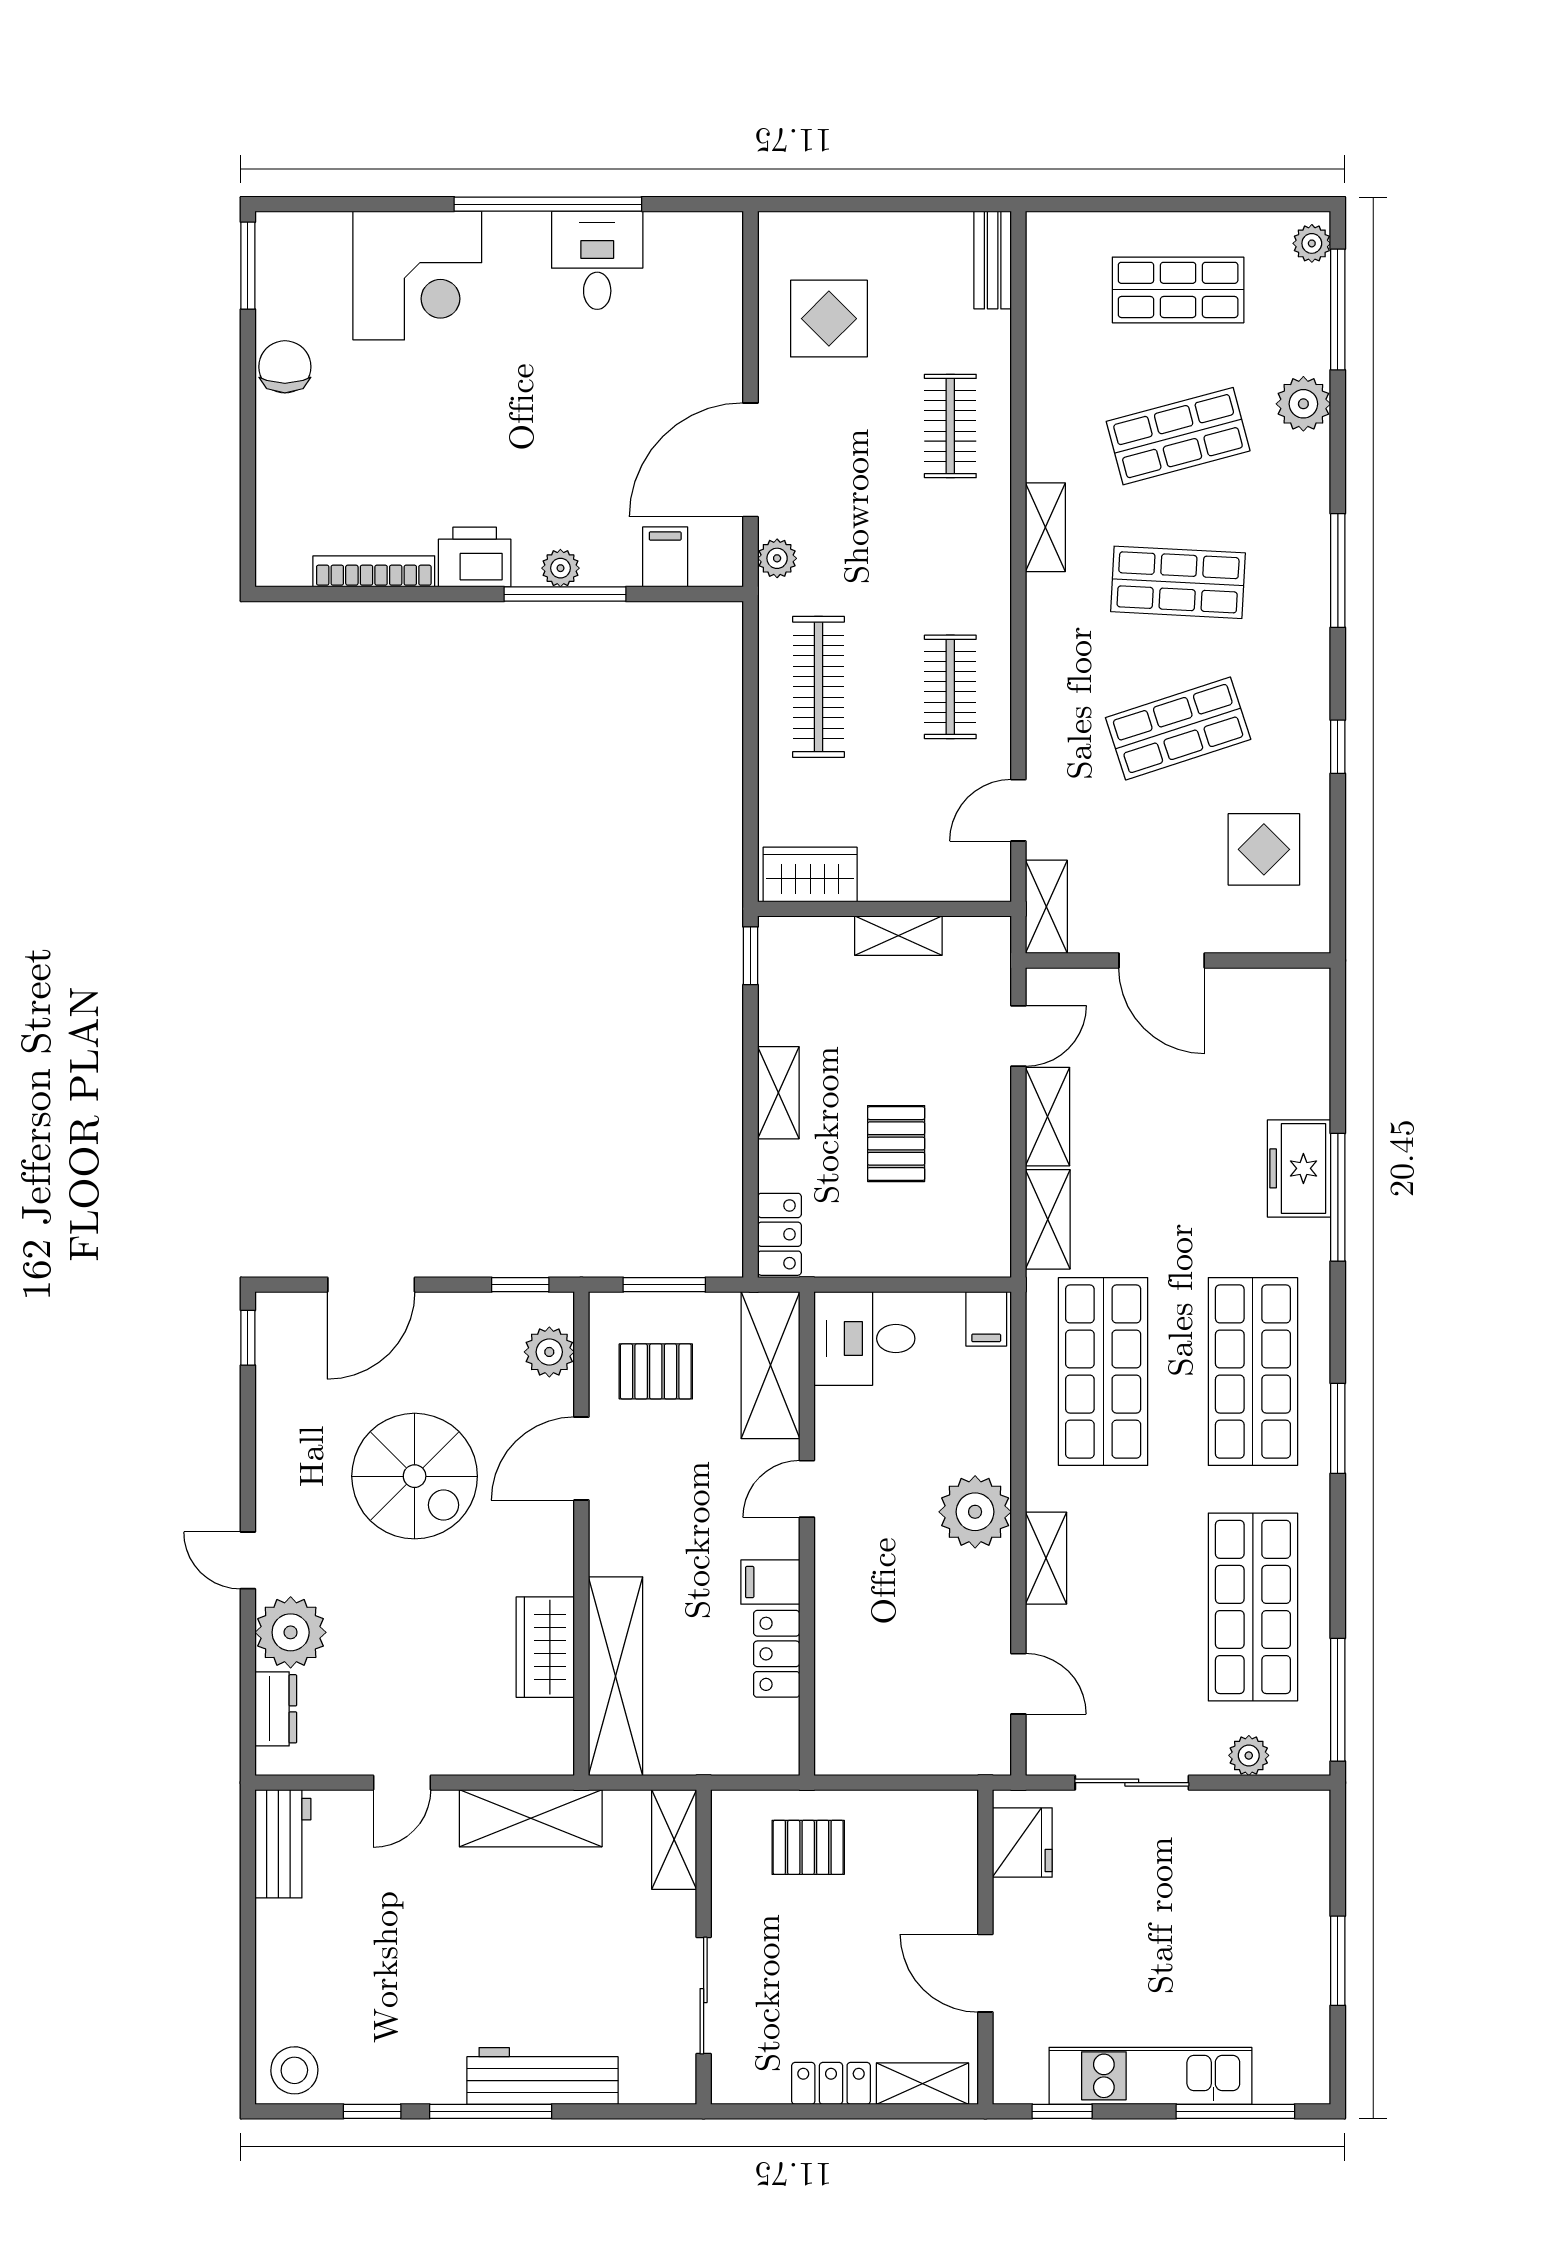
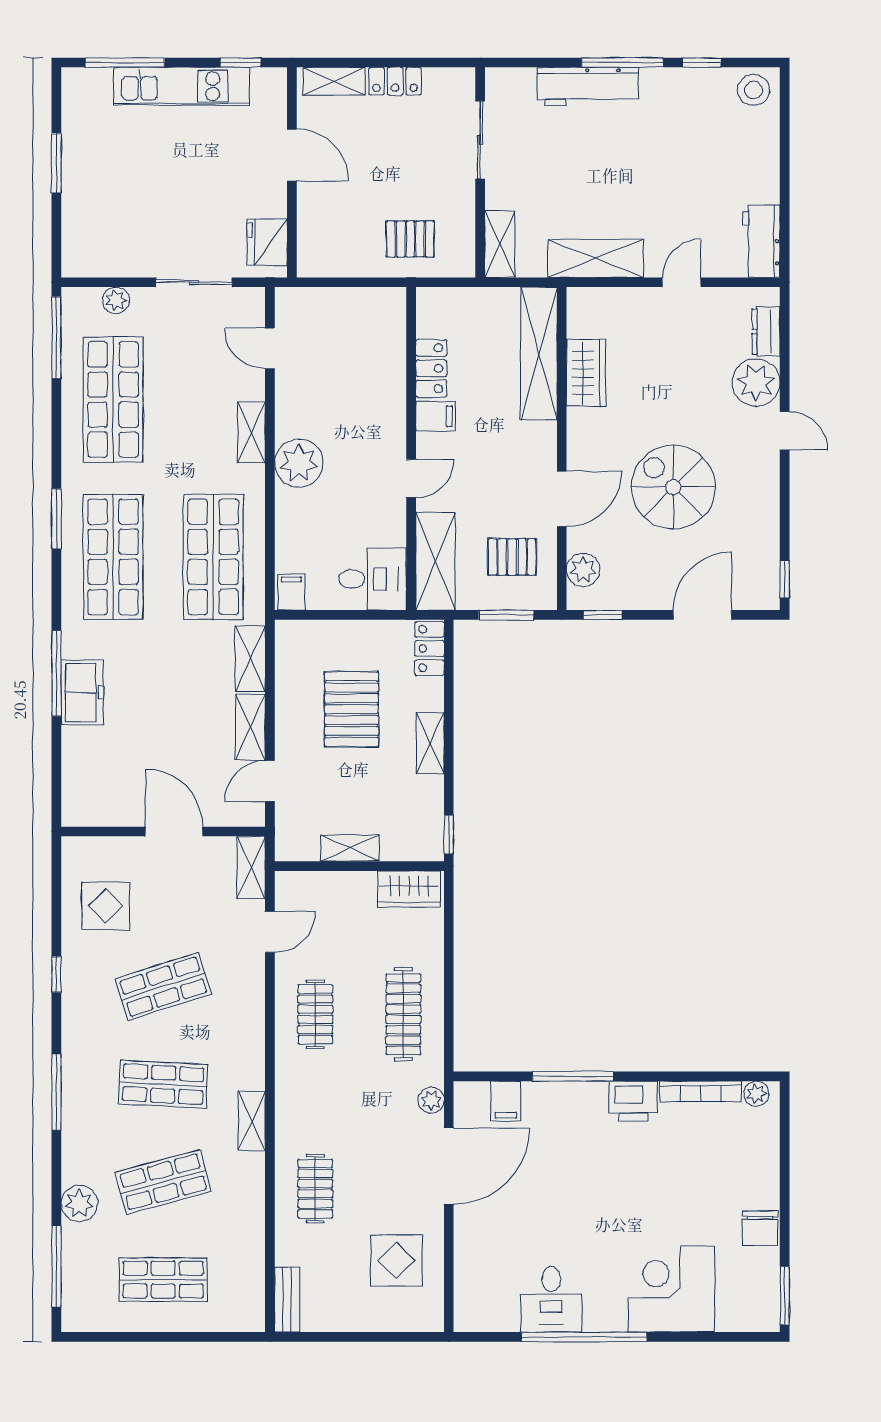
plant: (1312, 243) -> (74, 1311), removed
plant: (560, 568) -> (756, 1094), moved
pallet: (896, 1144) -> (352, 709), width x1.50, depth x1.42

